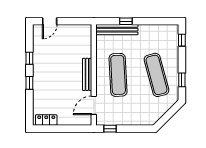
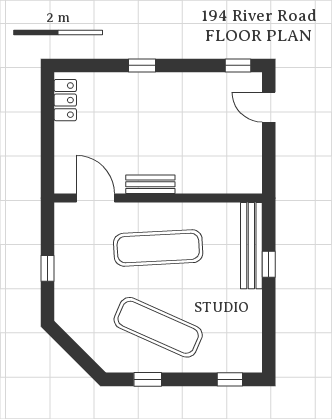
window: (29, 58) -> (238, 65), moved
bench: (87, 74) -> (150, 184), width x0.73
exercise mat: (157, 75) -> (158, 327), turned 39
window: (110, 129) -> (48, 268), moved

